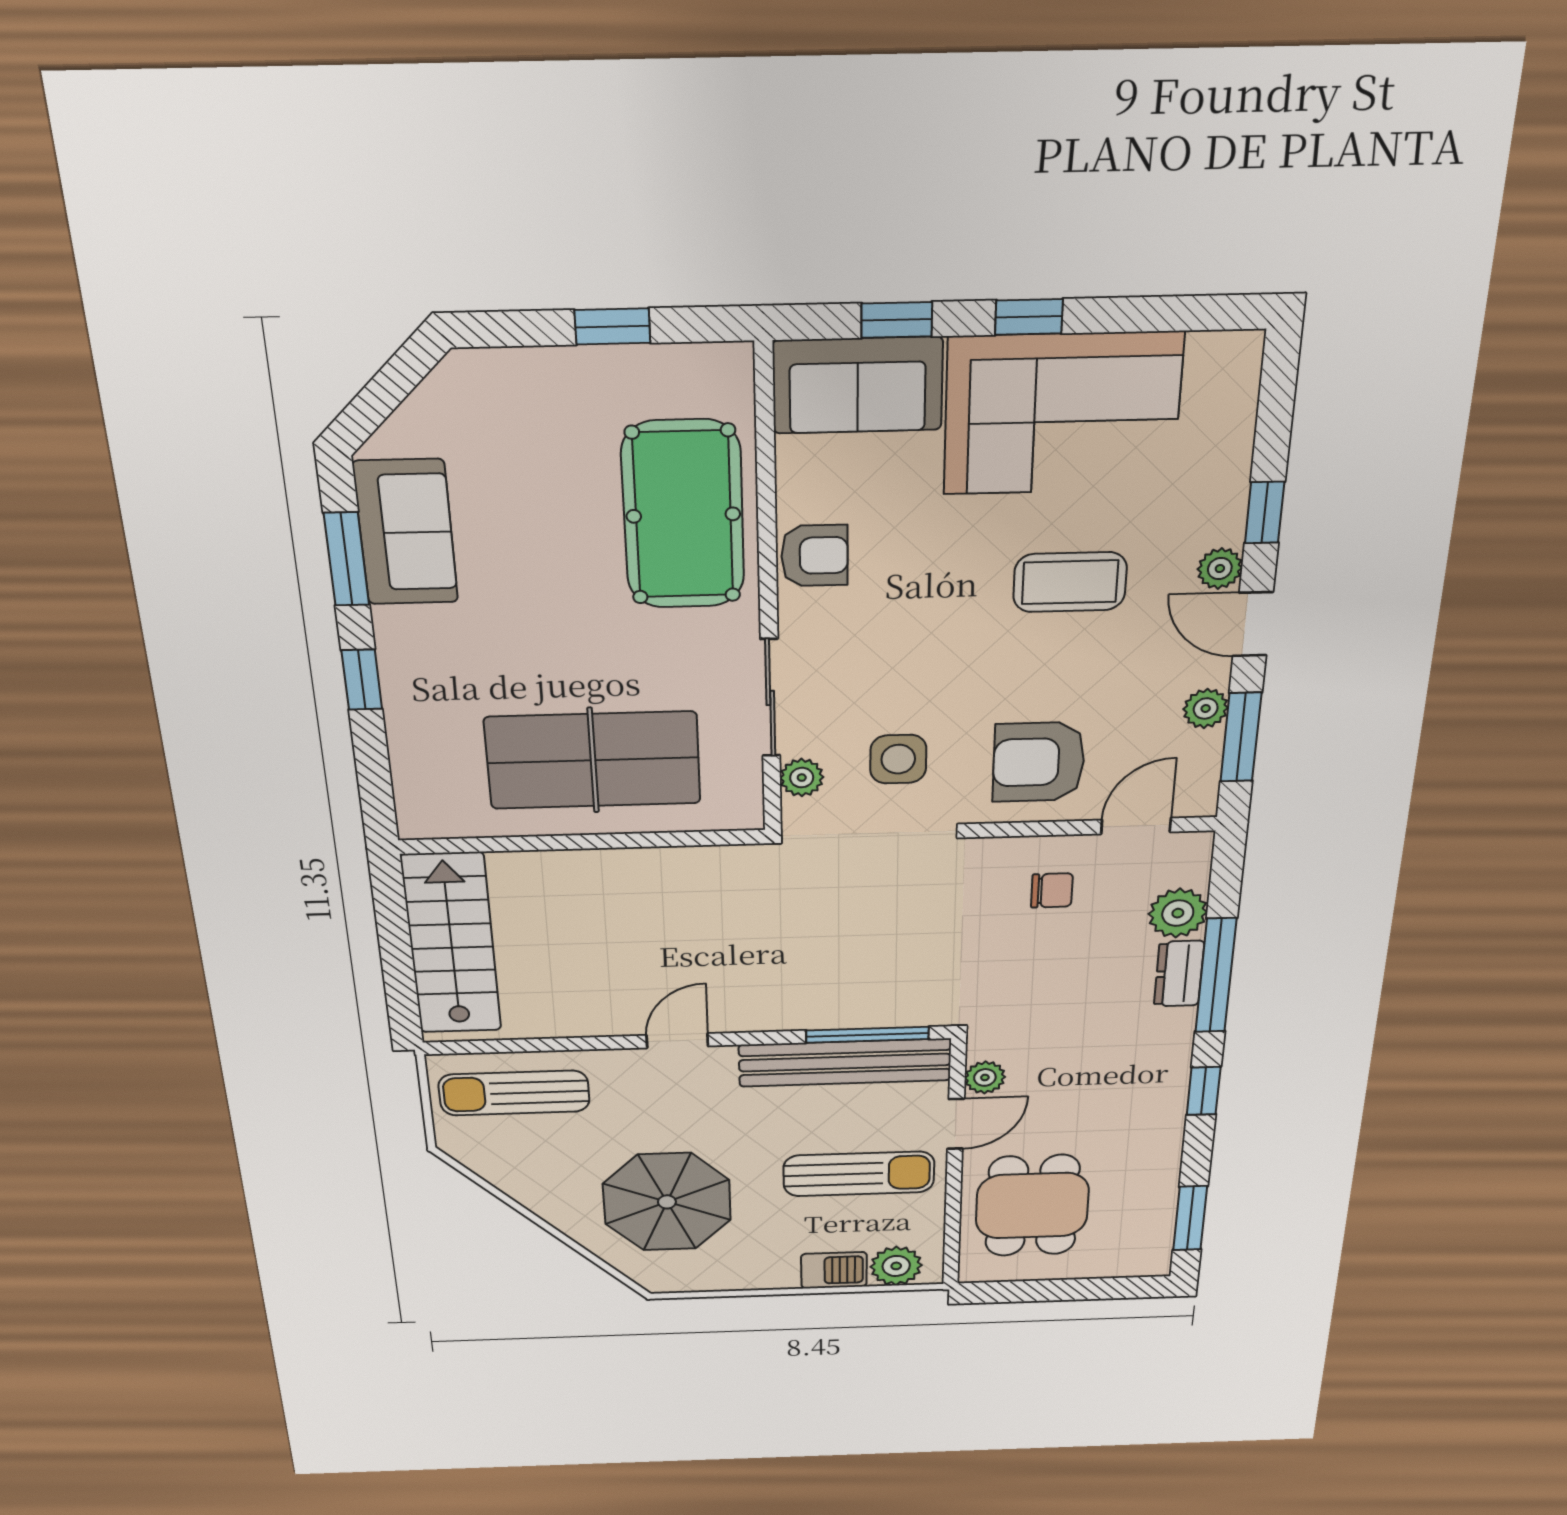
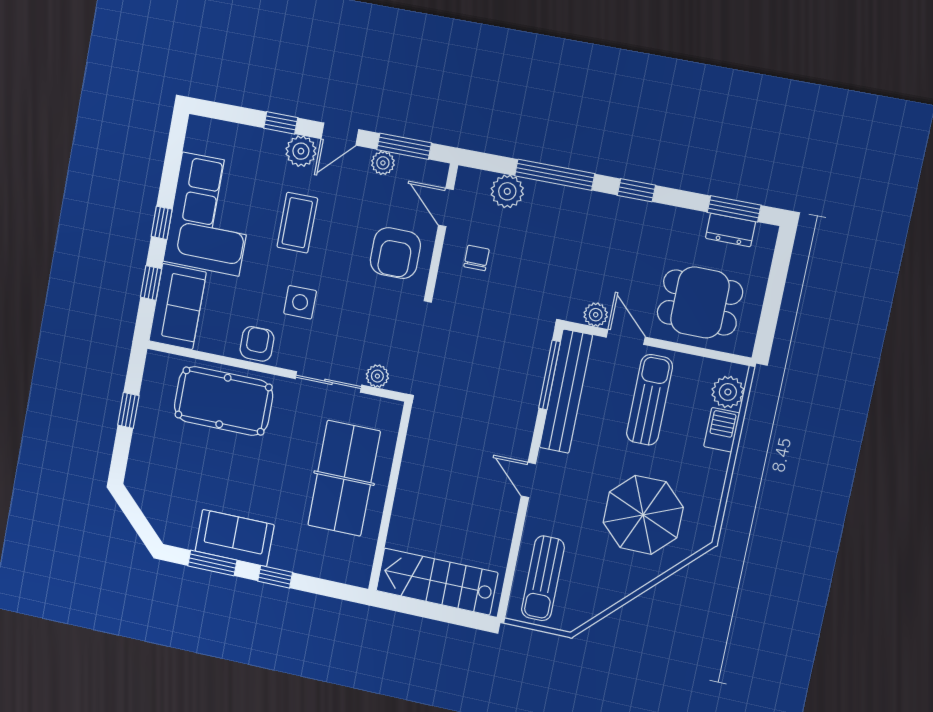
sofa: (406, 532) -> (235, 538), moved
plant: (1220, 569) -> (301, 151), width x1.38, depth x1.38
side table: (898, 759) -> (300, 302), moved
dresser: (1179, 974) -> (730, 230), moved

